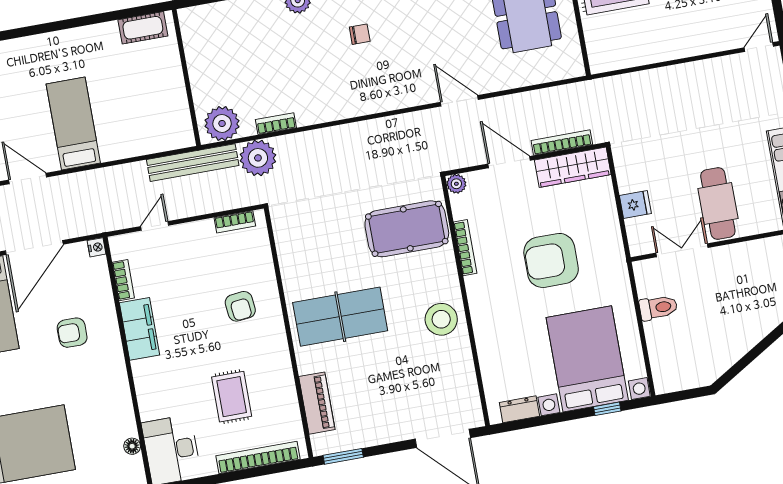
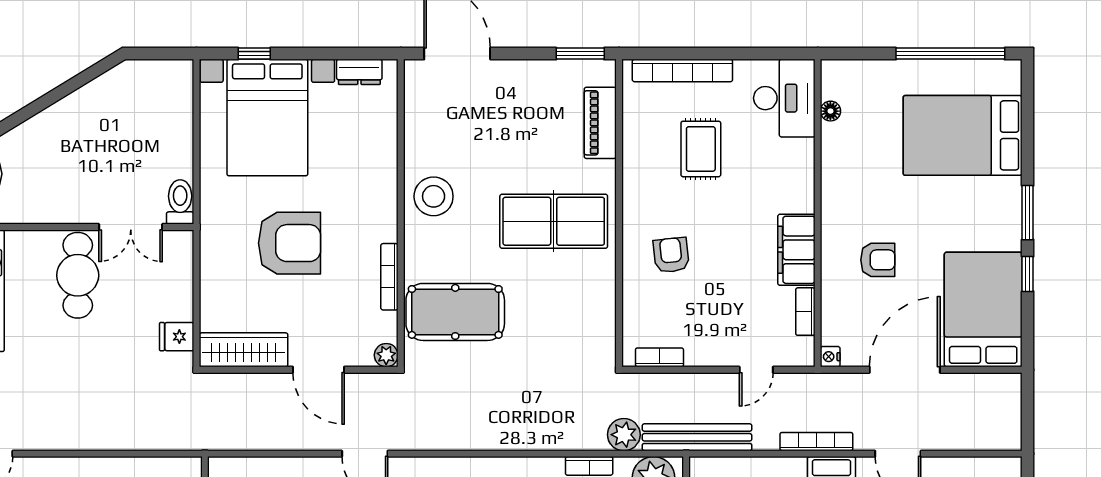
bookcase: (562, 142) -> (816, 442), moved, turned 180
plant: (258, 158) -> (624, 435), width x0.73, depth x0.73
fridge: (635, 204) -> (177, 337), moved
toilet: (658, 308) -> (180, 202), moved, turned 90

